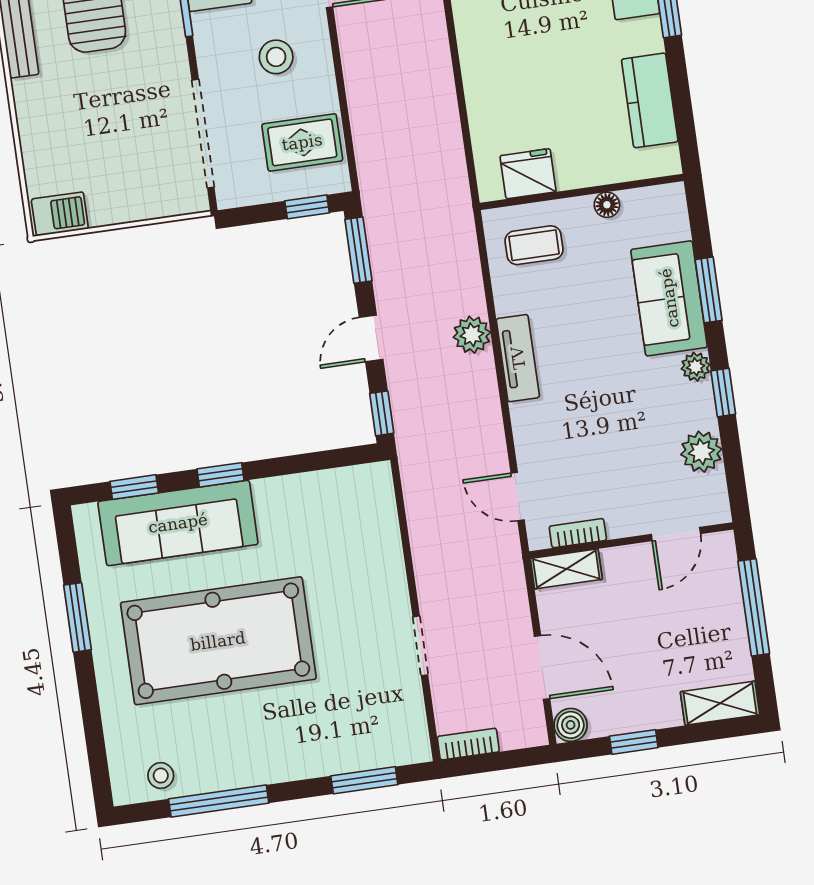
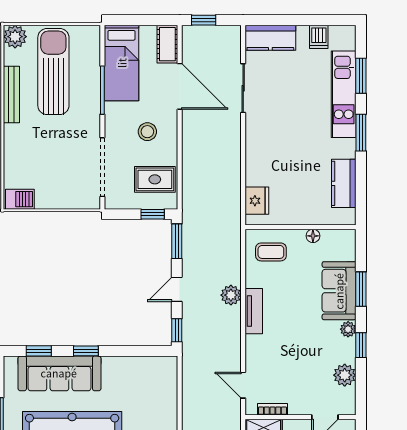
fridge: (528, 174) -> (257, 201), moved, turned 90

